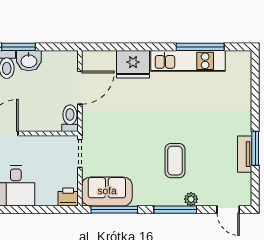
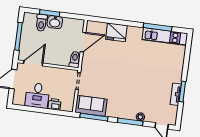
kitchen unit: (188, 61) -> (165, 37), moved
coffee table: (175, 161) -> (134, 93), removed
printer: (68, 197) -> (54, 104), moved

